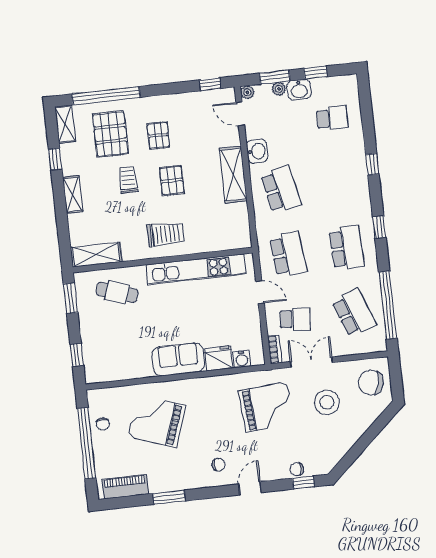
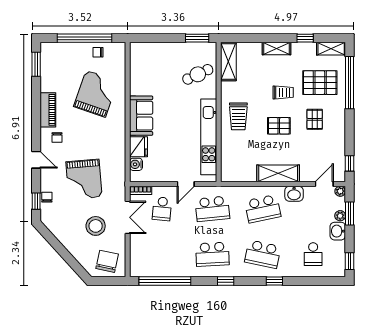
window: (316, 73) -> (349, 261), moved
pallet: (158, 135) -> (315, 119), turned 90
cafe table: (117, 292) -> (198, 74), turned 47
school desk: (354, 313) -> (263, 254), moved, turned 33
window: (77, 355) -> (153, 38), removed
grand piano: (267, 407) -> (84, 179), moved
piano: (125, 487) -> (48, 110), moved
window: (169, 497) -> (36, 64), moved

